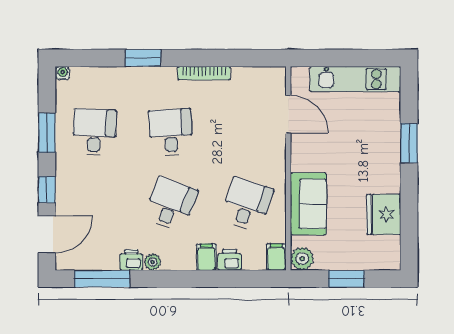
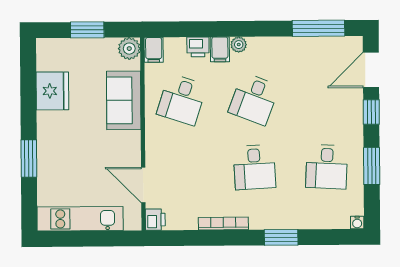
printer: (131, 260) -> (155, 220), moved, turned -90
plant: (153, 262) -> (239, 45), moved

